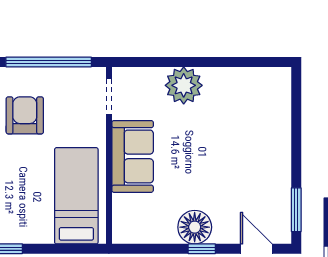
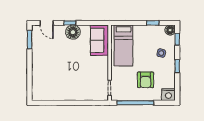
plant: (184, 85) -> (78, 93), removed
sofa: (133, 156) -> (99, 40), moved

